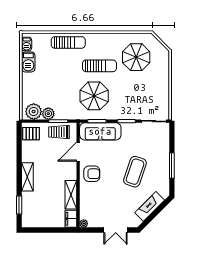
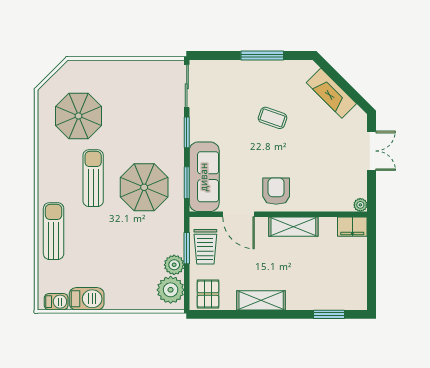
coffee table: (135, 172) -> (273, 118), width x0.54, depth x0.58
shelving: (27, 177) -> (261, 300), moved
shelving: (71, 195) -> (293, 227), moved

